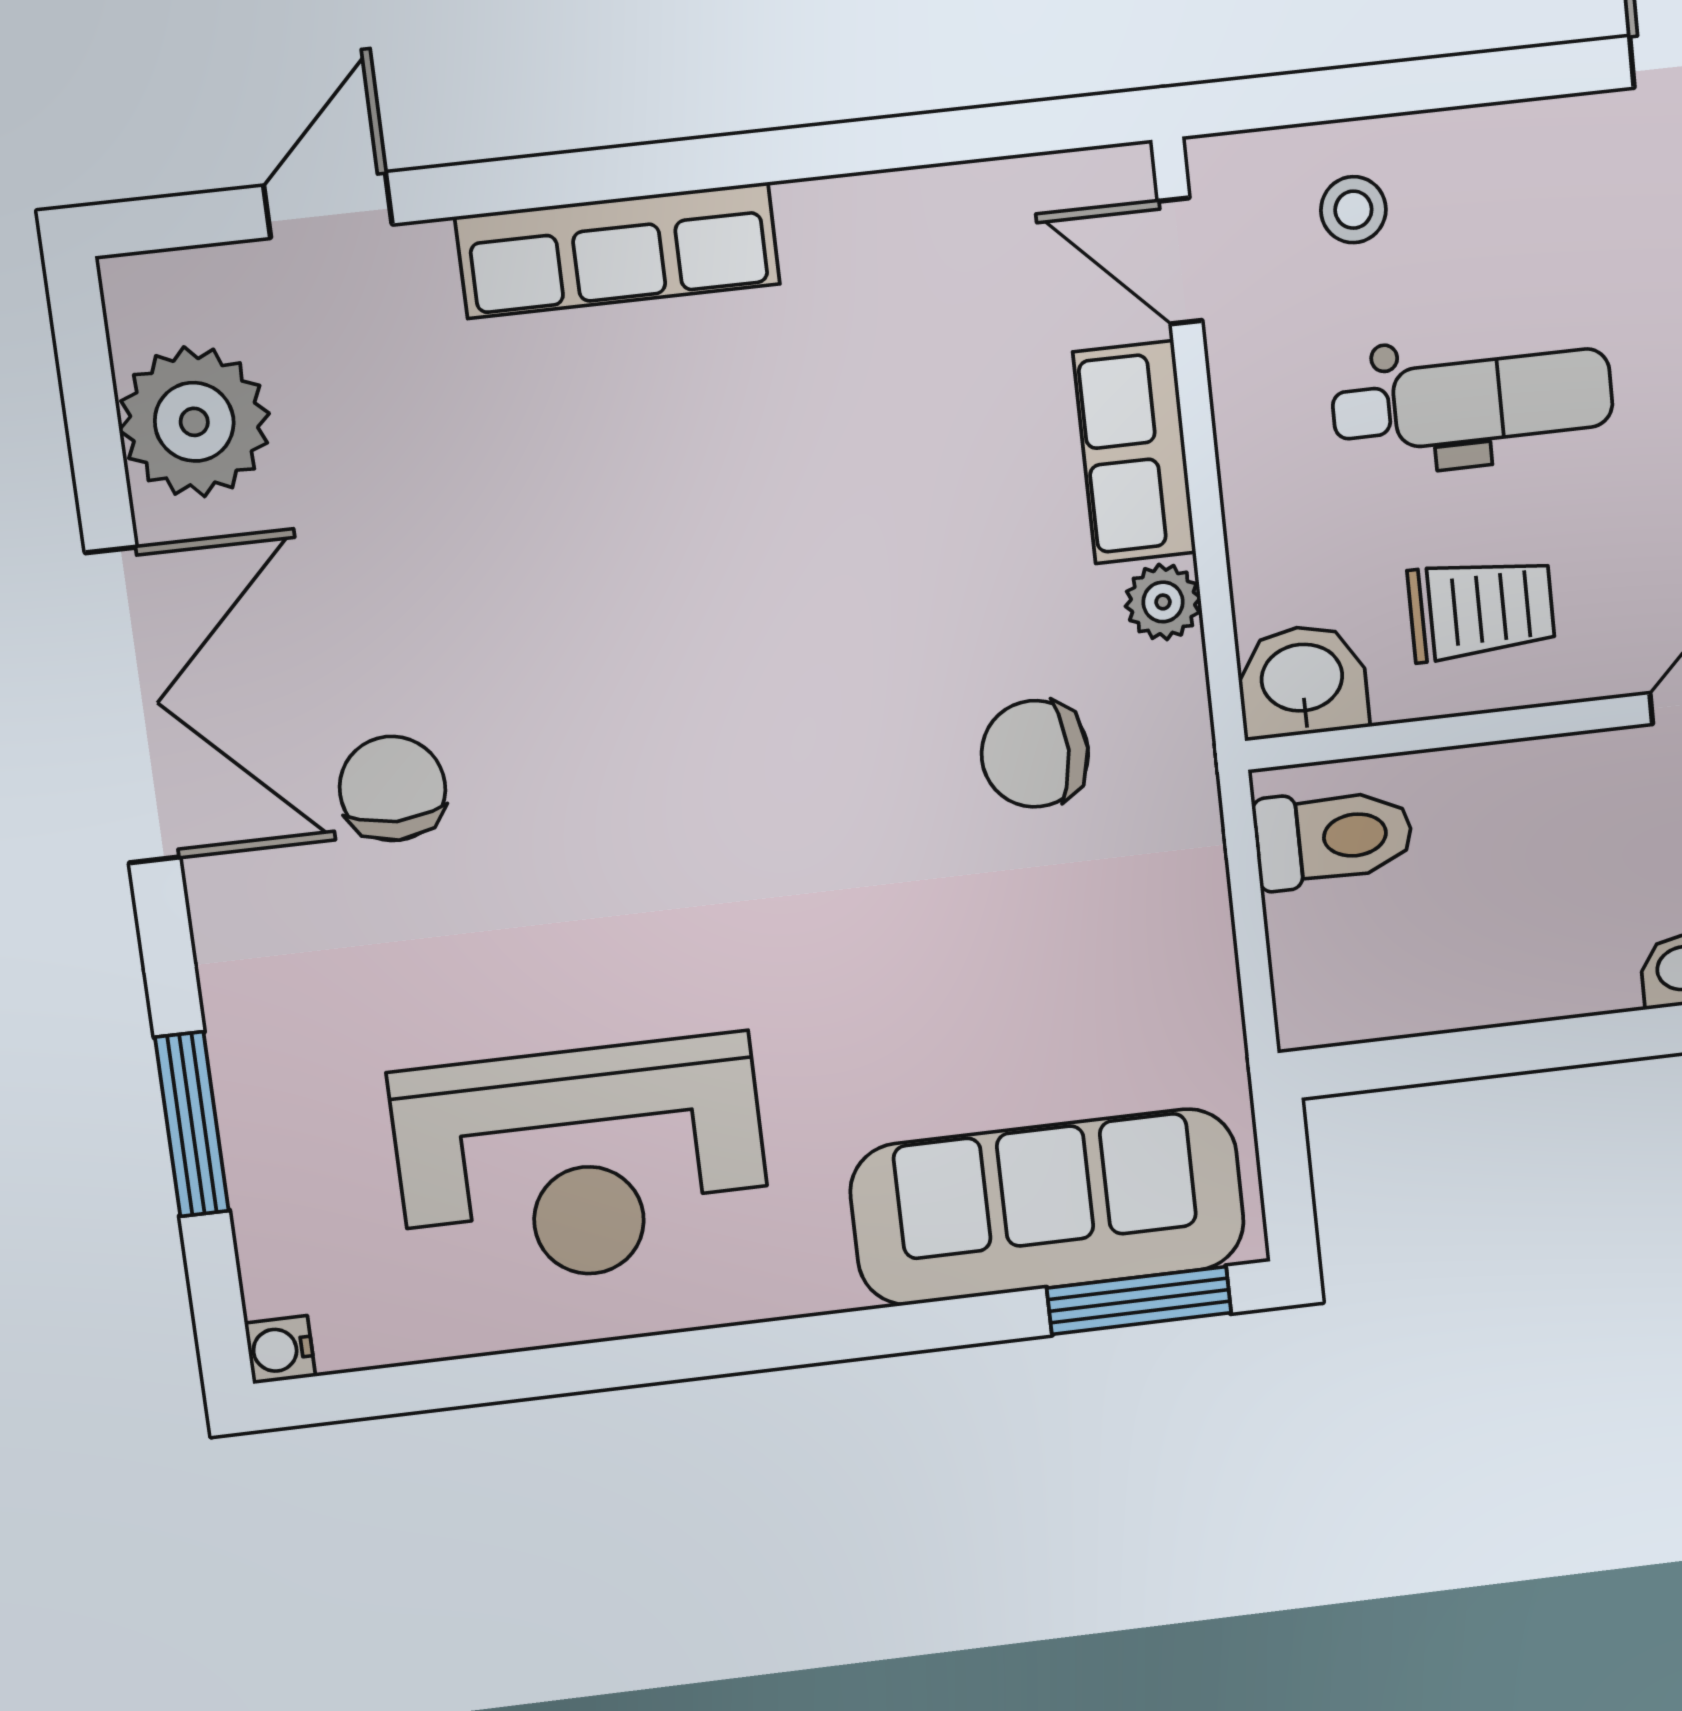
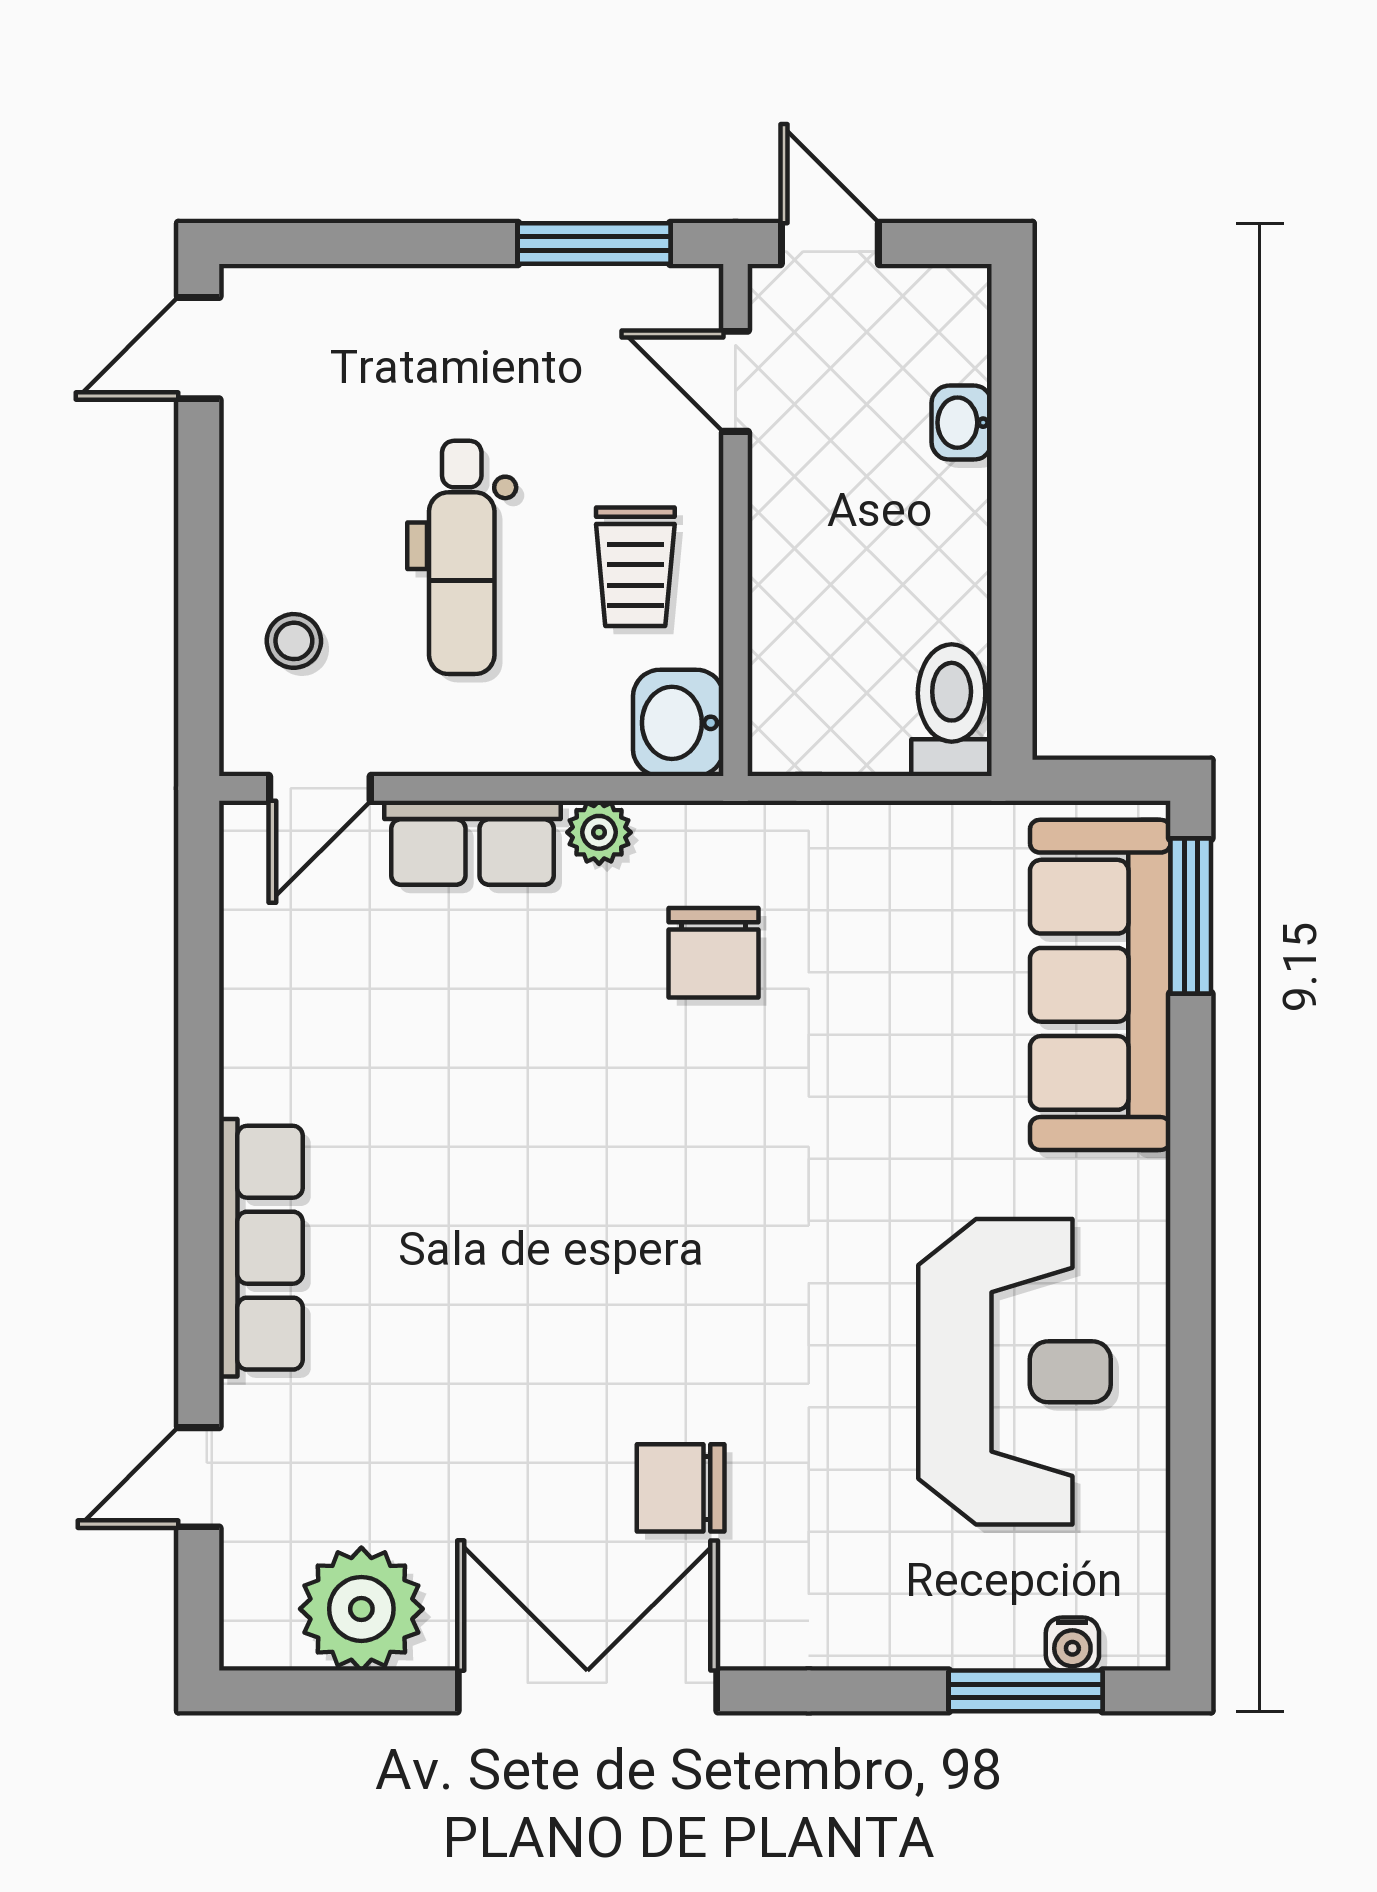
door: (328, 205) -> (199, 1477), hinge flipped
dental chair: (1472, 401) -> (462, 557), turned 180
trolley: (1481, 609) -> (635, 567), turned 180
toilet: (1333, 837) -> (952, 710), moved
window: (192, 1124) -> (1026, 1691), moved
water cooler: (280, 1350) -> (1072, 1644), moved

